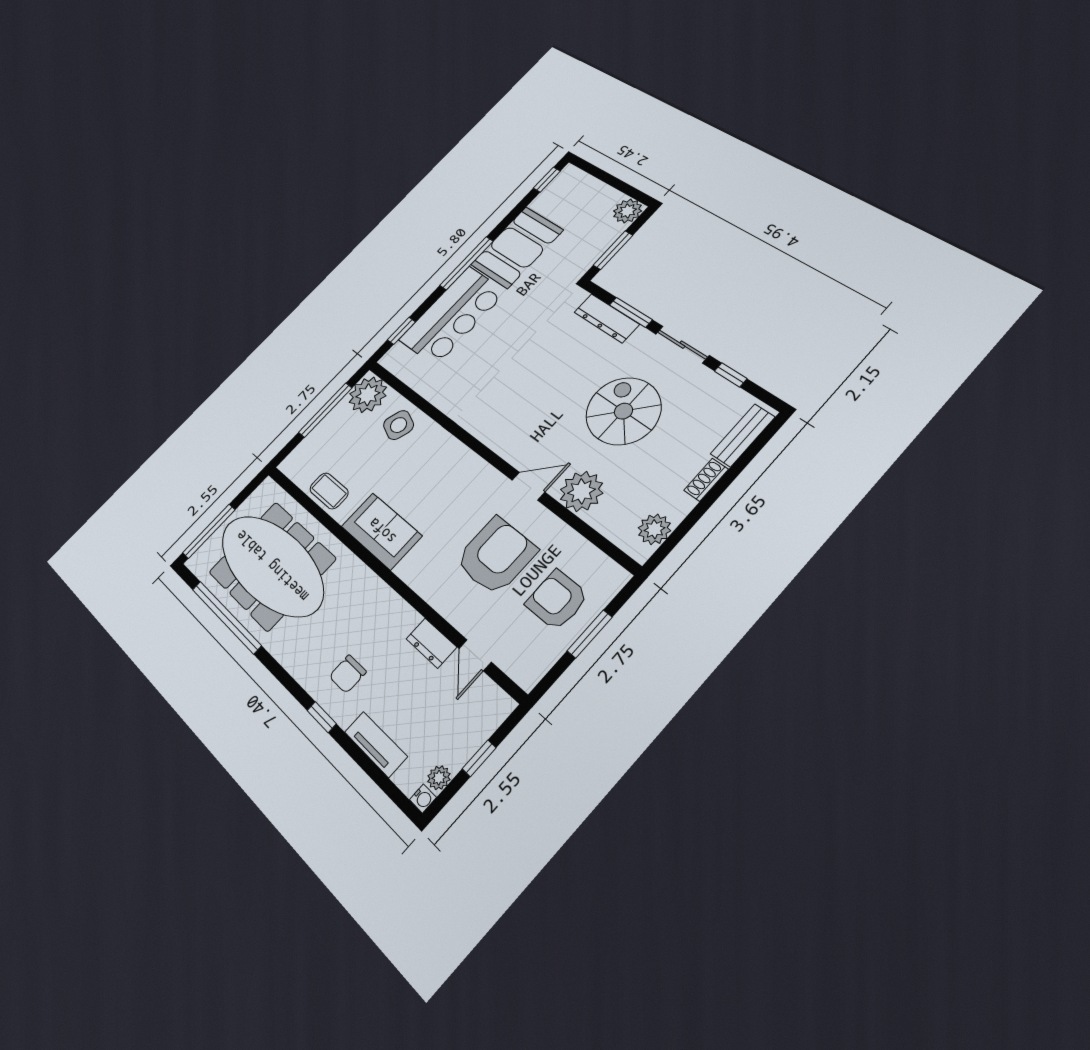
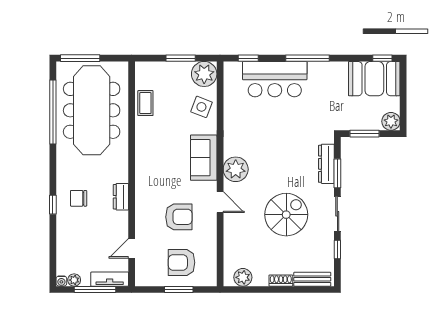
booth: (517, 247) -> (374, 79), moved
window: (325, 410) -> (181, 58), width x0.69
plant: (581, 491) -> (236, 169), moved
sofa: (382, 531) -> (204, 158), moved, turned 180
armchair: (496, 556) -> (179, 217), width x0.73, depth x0.73
armchair: (557, 600) -> (182, 262), turned -90
dresser: (431, 643) -> (121, 197), moved
tv unit: (376, 744) -> (110, 279), moved, turned -90
window: (479, 758) -> (95, 289), width x2.17

